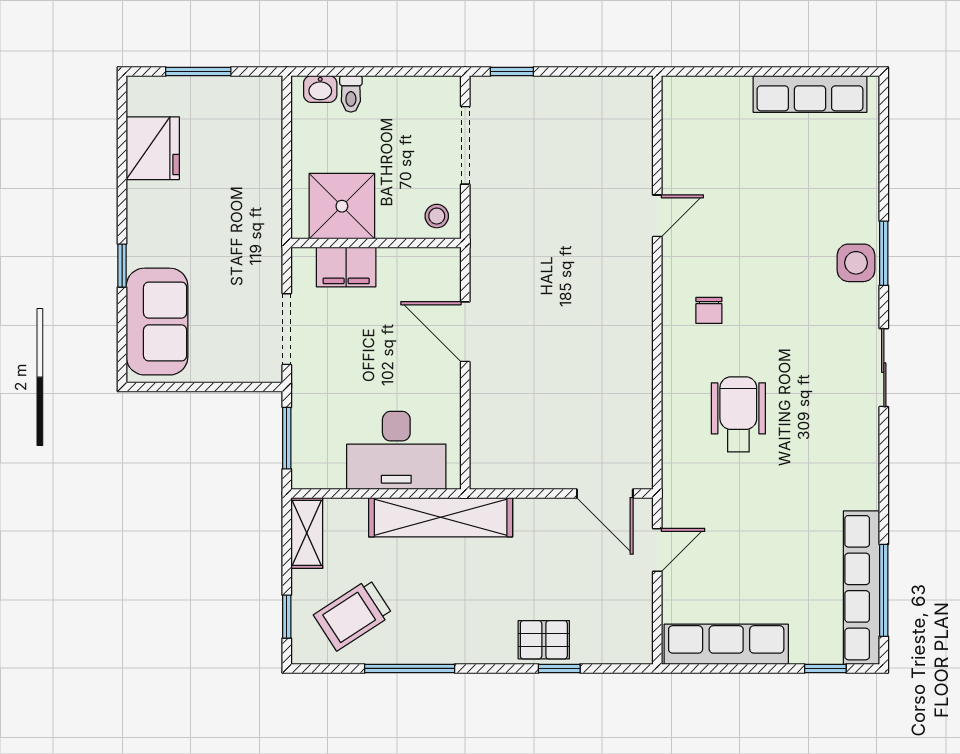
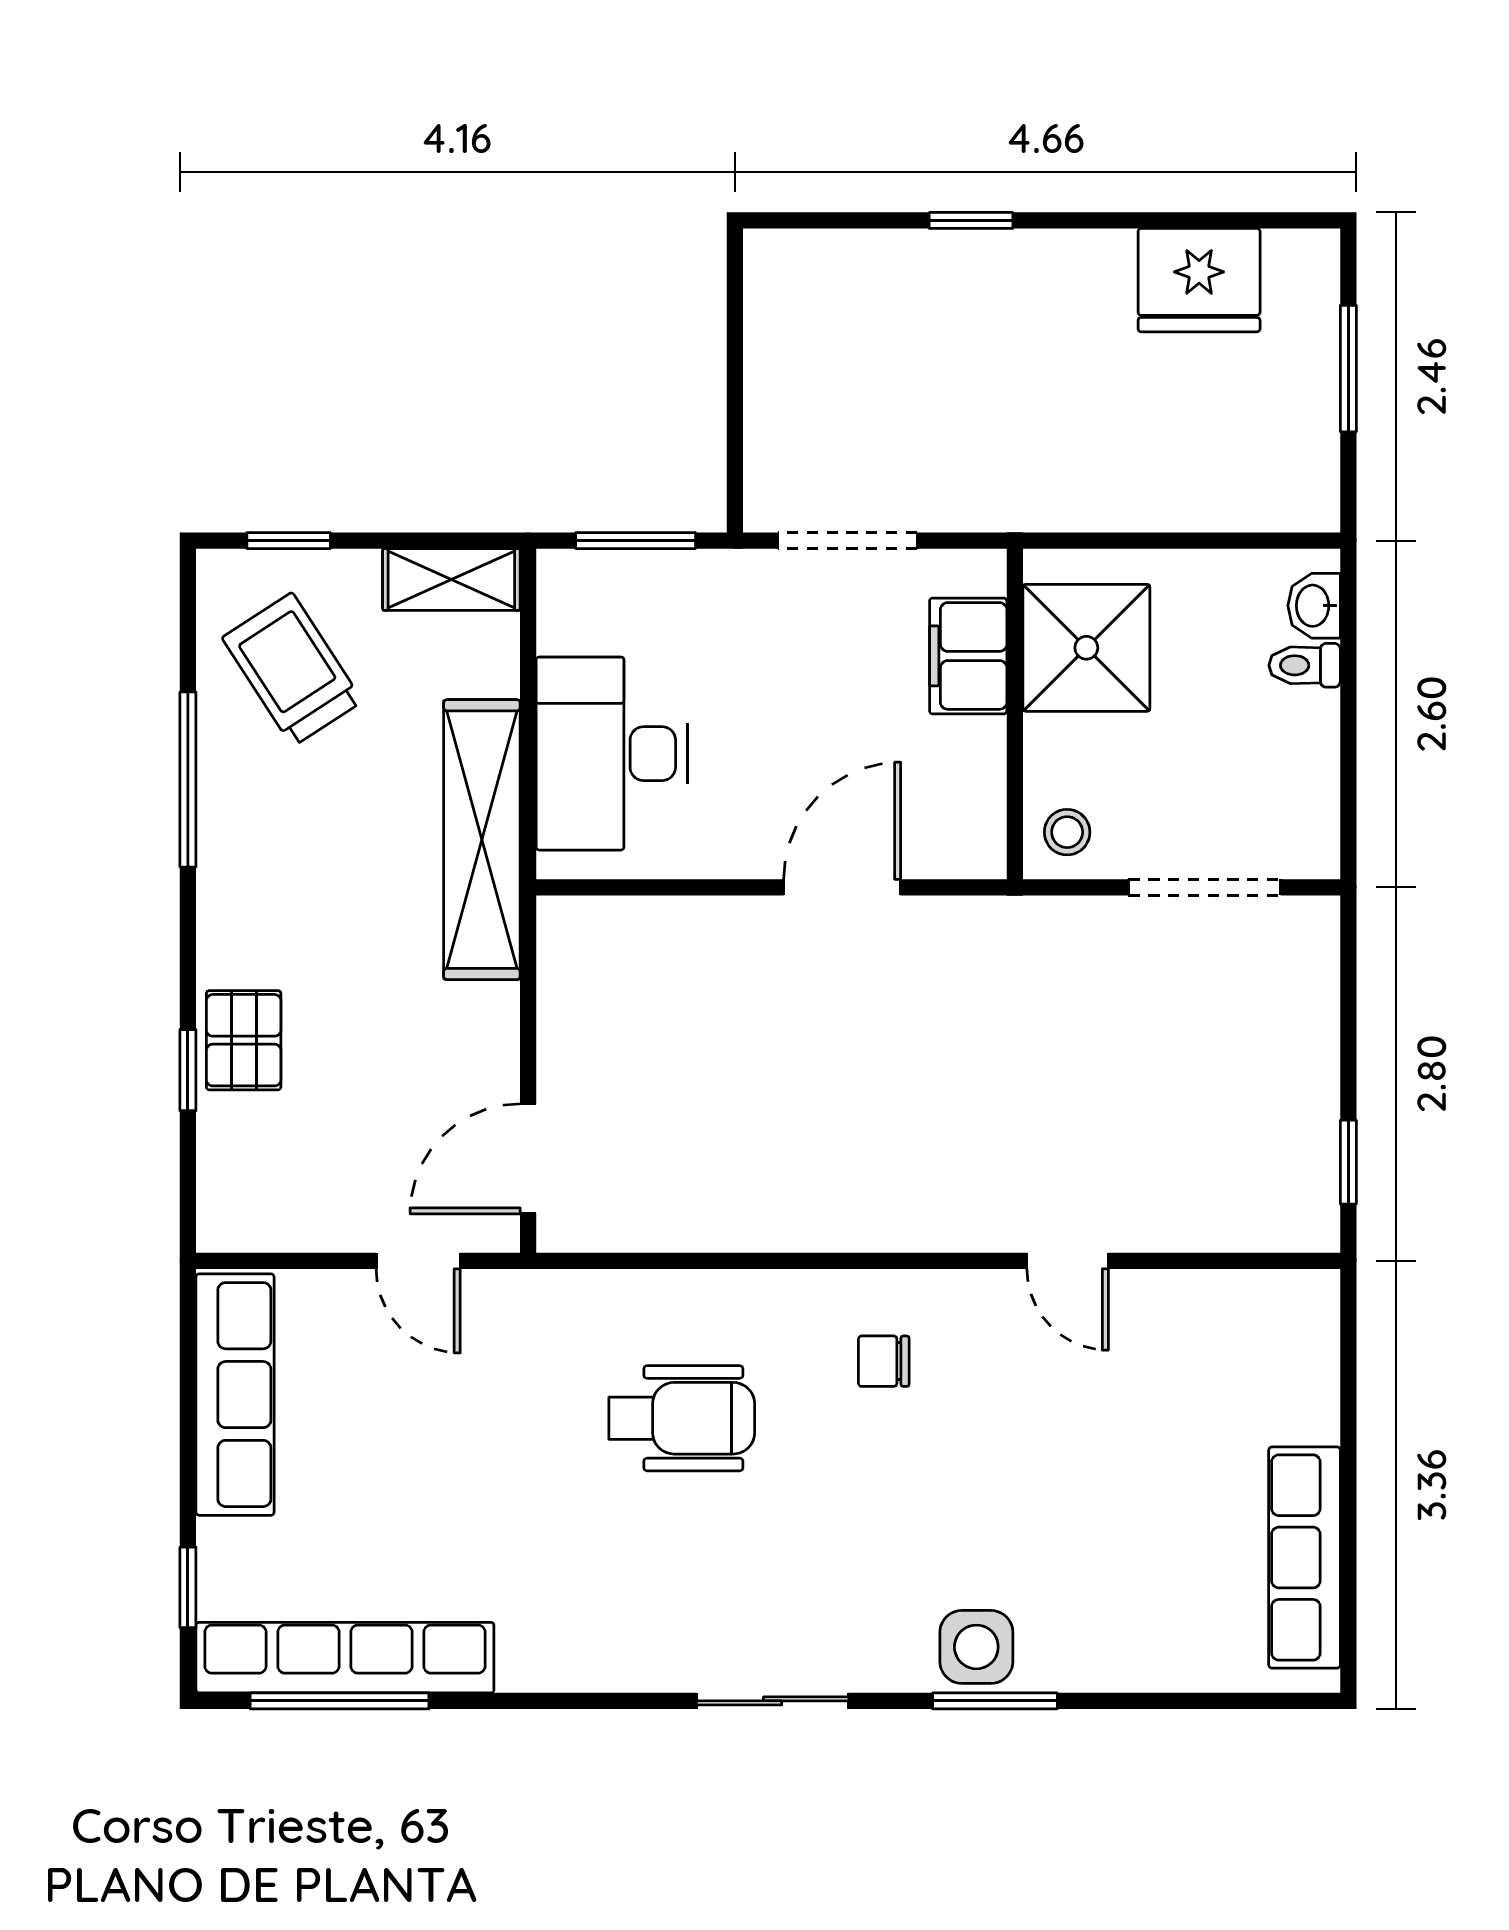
window: (512, 71) -> (1348, 1162), moved
sofa: (157, 322) -> (862, 289), removed

